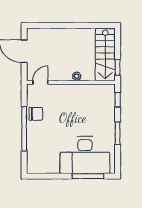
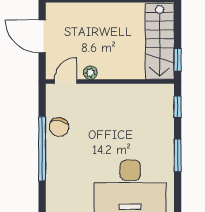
plant: (77, 76) -> (90, 73), moved
chair: (36, 114) -> (59, 127), turned 98

